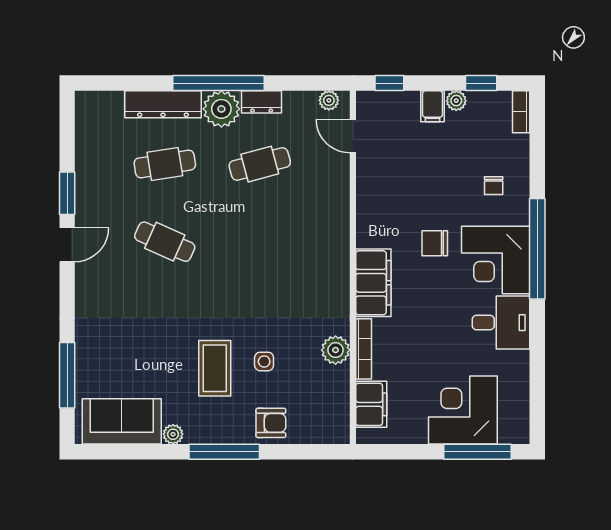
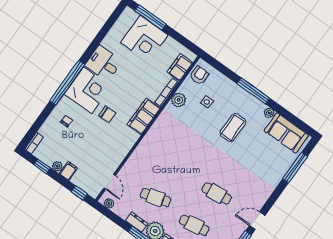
cafe table: (165, 242) -> (217, 194), turned -30
side table: (264, 361) -> (207, 102), moved
armchair: (271, 423) -> (199, 75), moved, turned 90

